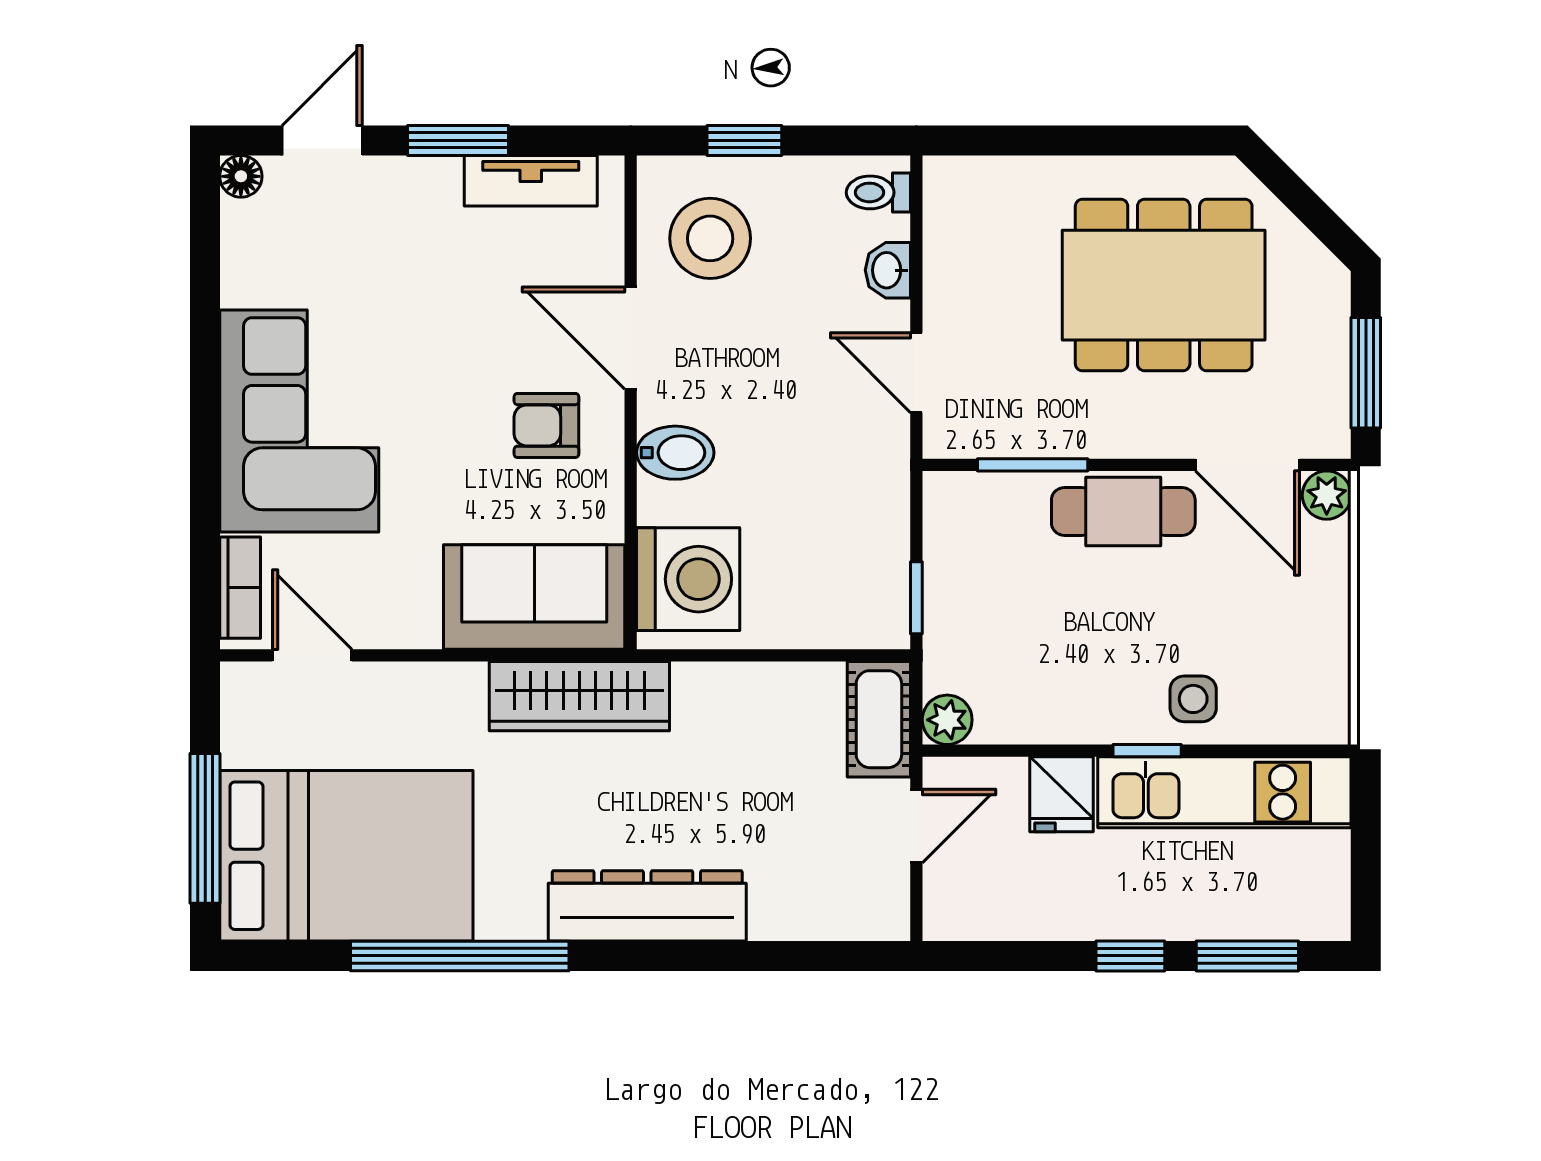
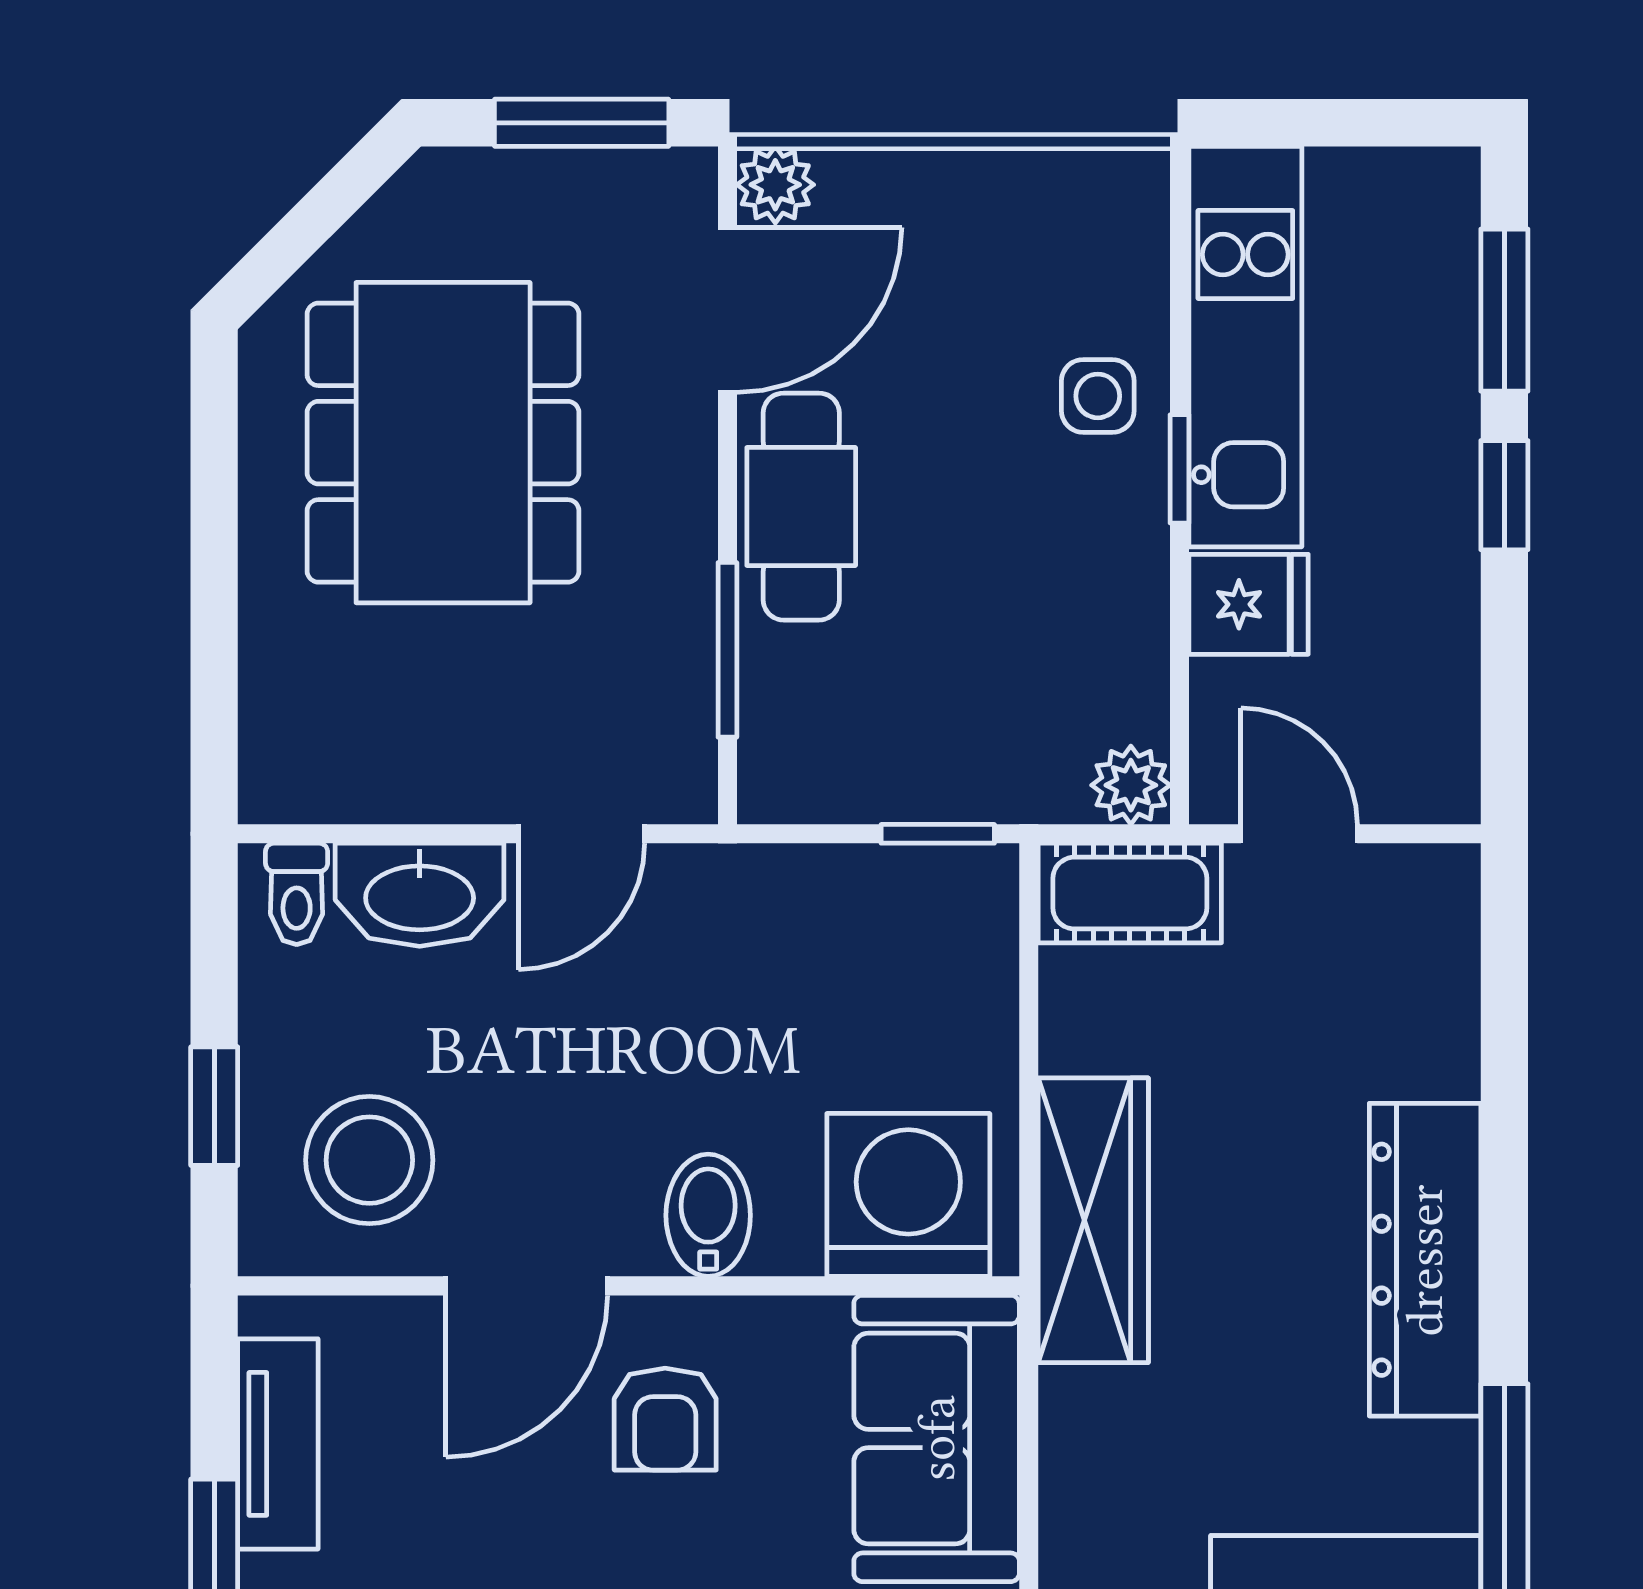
washbasin: (888, 270) -> (420, 895), width x1.91, depth x1.45
wardrobe: (579, 696) -> (1093, 1220), moved

